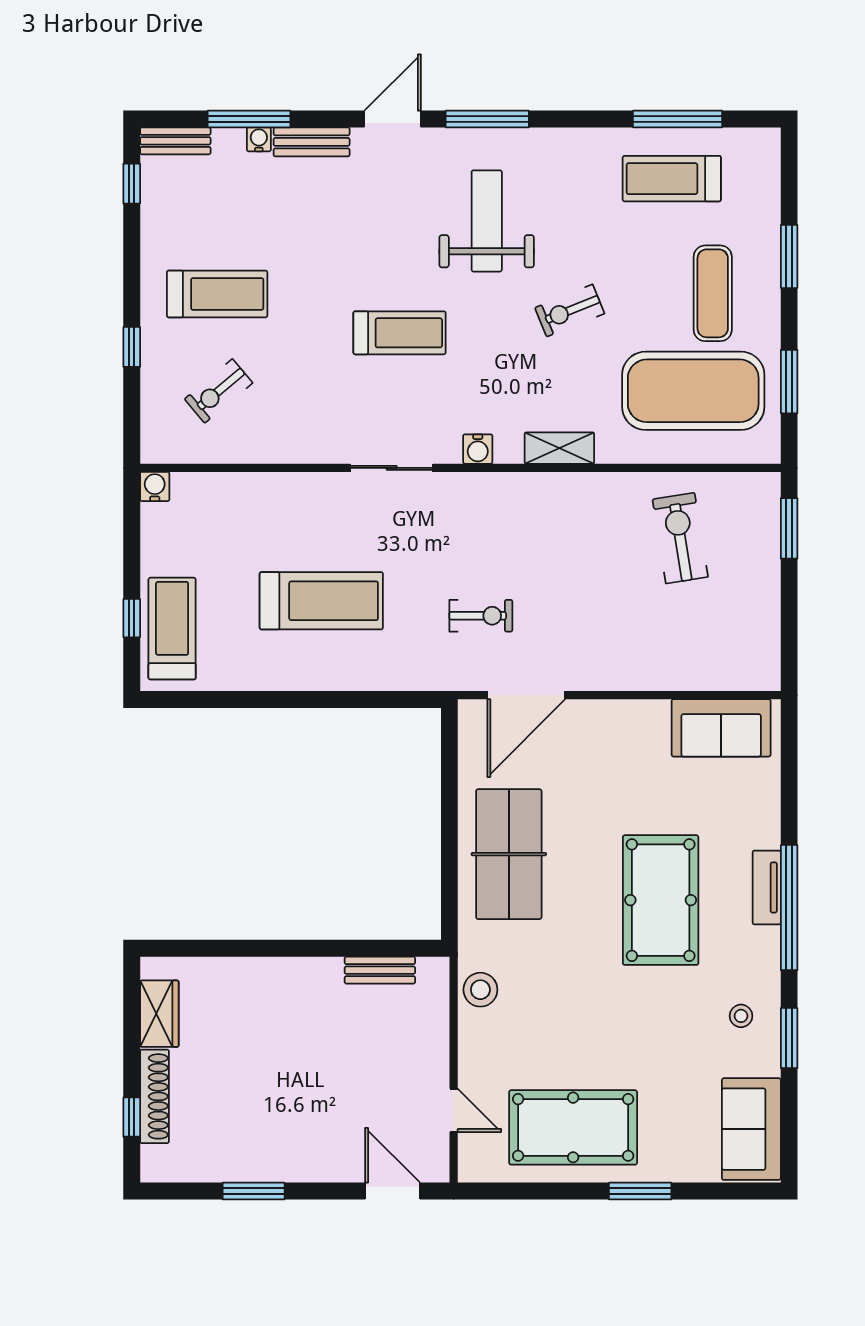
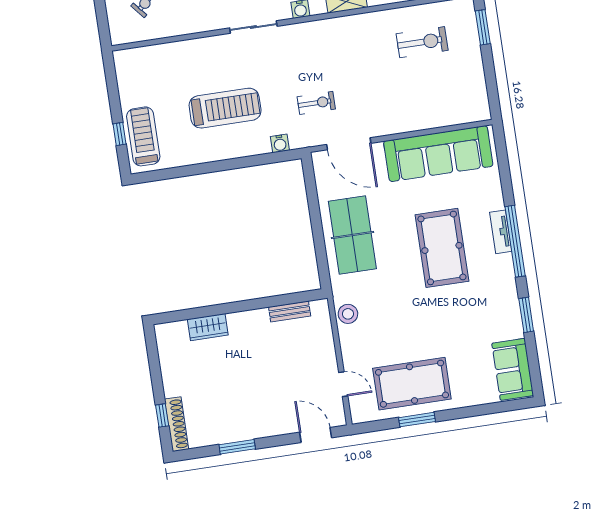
water cooler: (155, 486) -> (280, 143), moved, turned 180
exercise bike: (680, 538) -> (422, 42), turned 99
door: (526, 695) -> (349, 144), hinge flipped
sofa: (721, 728) -> (438, 154), width x1.85, depth x1.27
wardrobe: (159, 1014) -> (208, 327), moved, turned 90
stool: (741, 1016) -> (497, 306), removed
shoe rack: (155, 1096) -> (177, 424), moved
window: (640, 1191) -> (417, 420), moved

